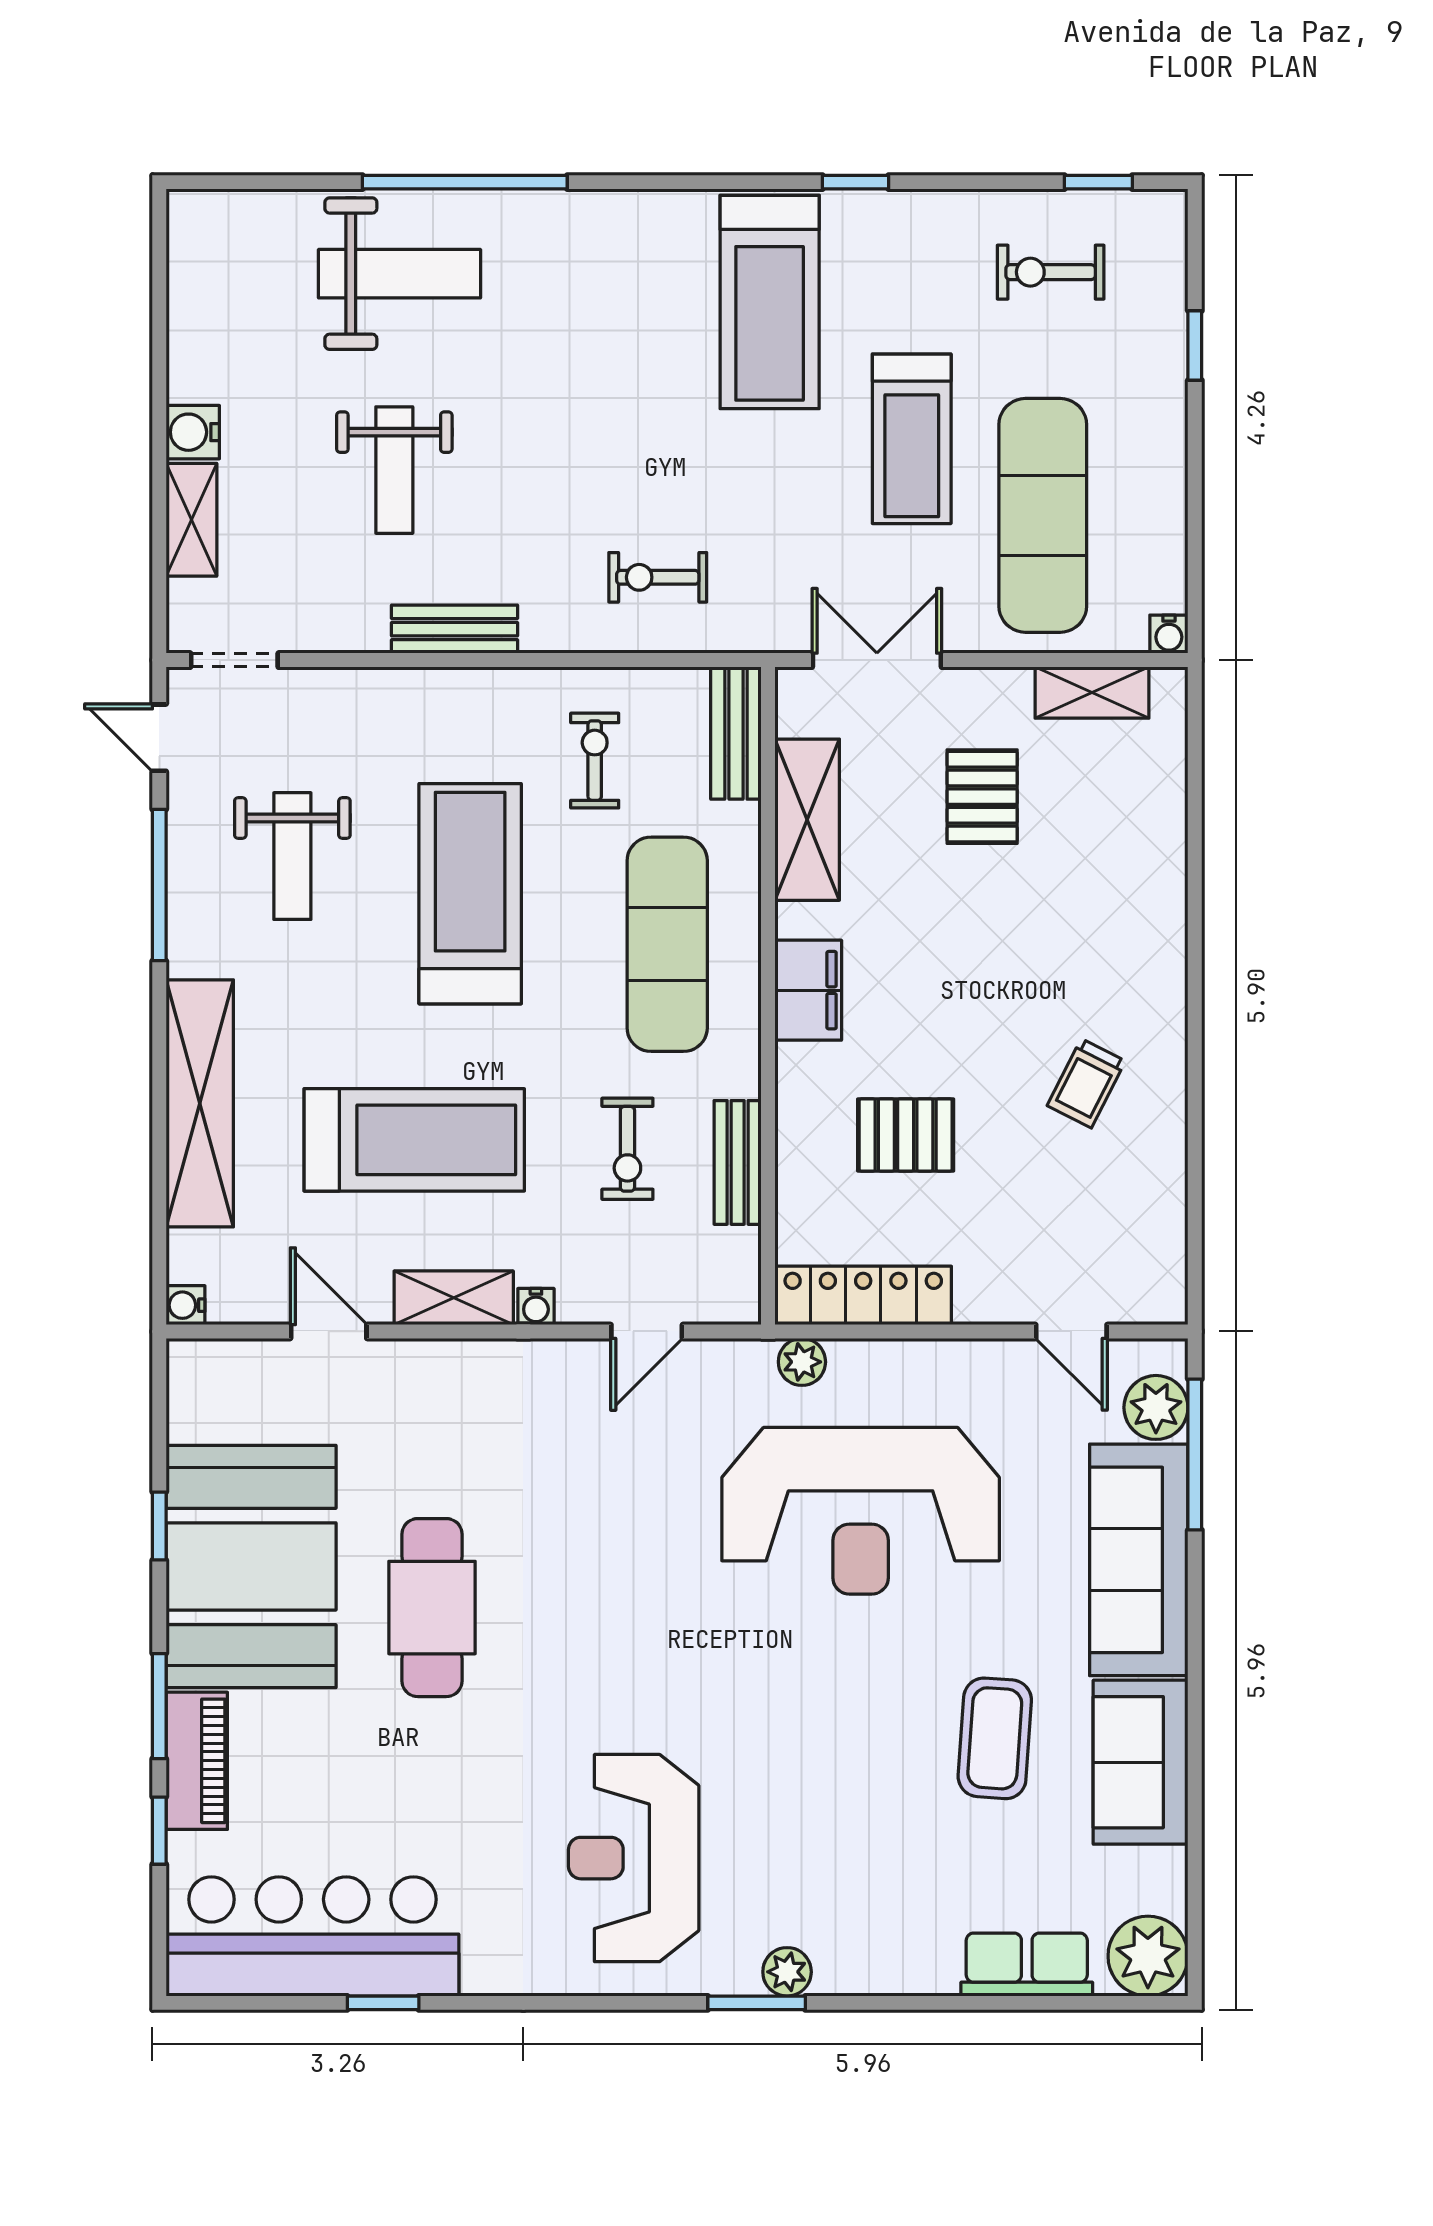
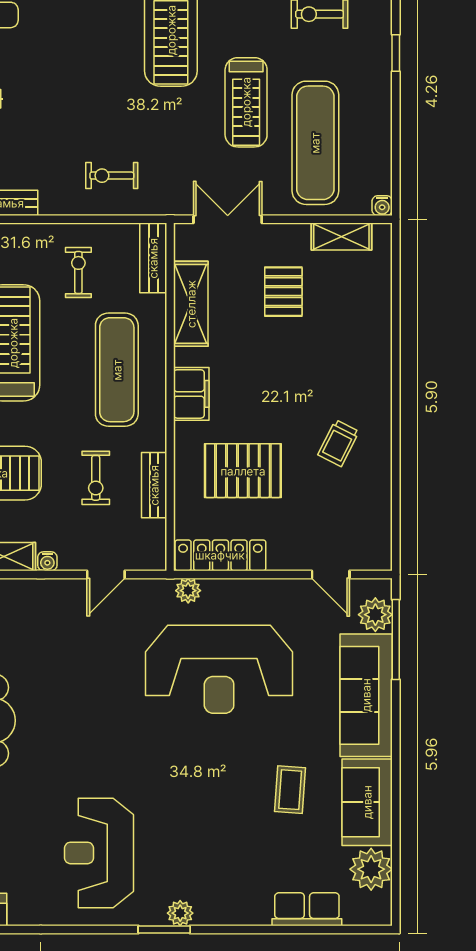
pallet: (906, 1135) -> (243, 471), width x1.50, depth x1.42
coffee table: (995, 1738) -> (290, 790), width x0.73, depth x0.77
plant: (1148, 1956) -> (371, 869), moved

